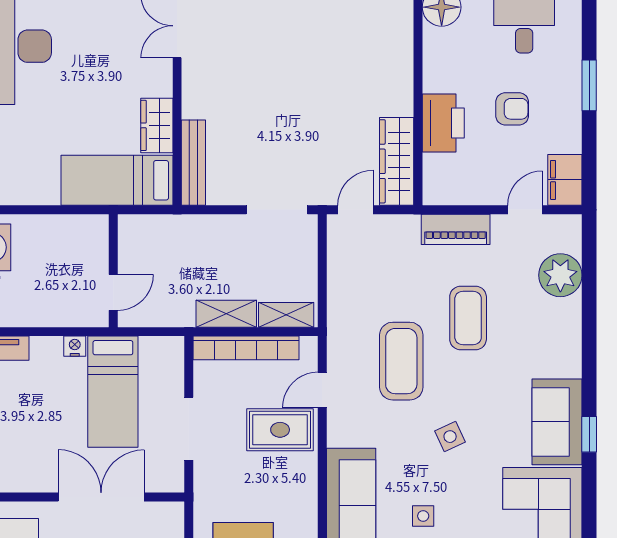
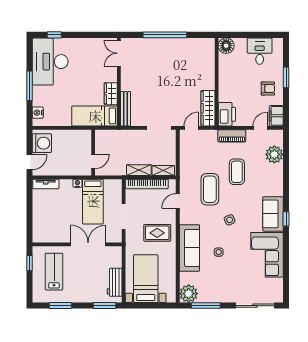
armchair: (512, 109) -> (268, 88), moved
printer: (443, 123) -> (227, 114), moved
rug: (280, 430) -> (157, 233), moved

